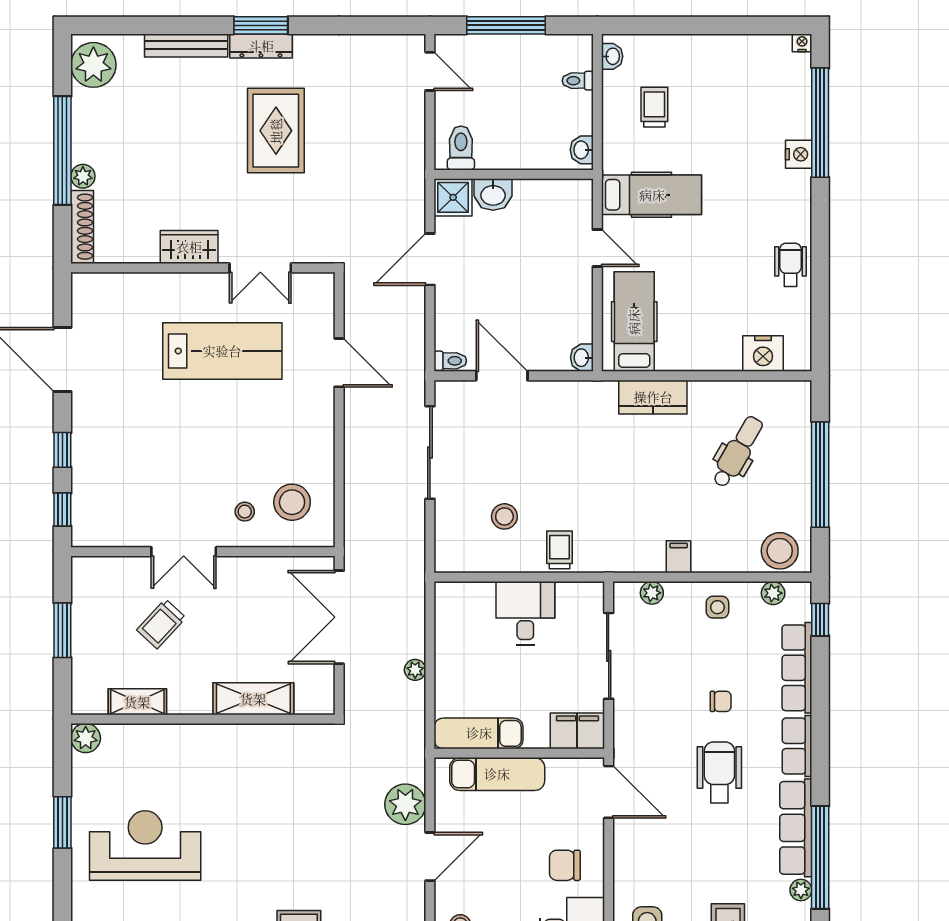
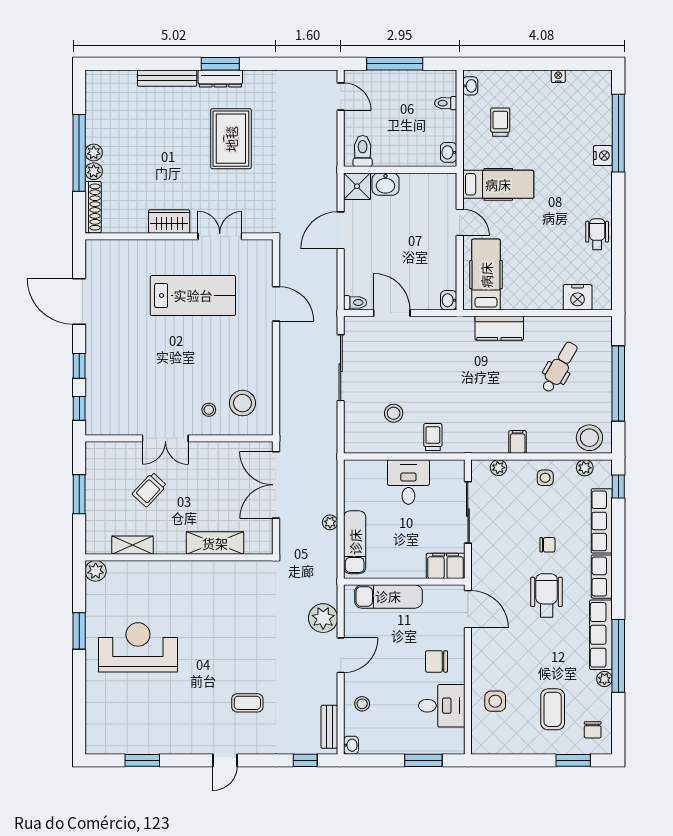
nightstand: (802, 43) -> (558, 76), moved
plant: (93, 65) -> (94, 153), moved, width x0.53, depth x0.53
double door: (260, 268) -> (220, 236), swing flipped
exam couch: (479, 733) -> (355, 542), moved, turned 90

